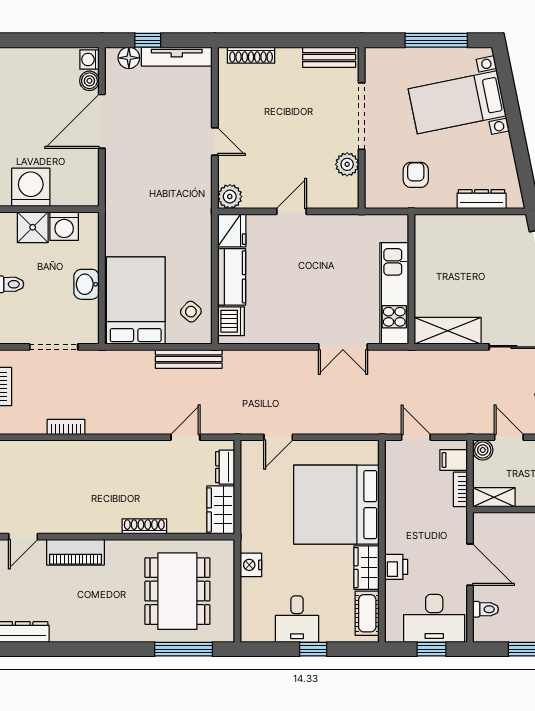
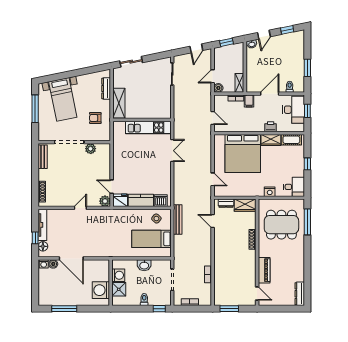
door: (292, 211) -> (112, 187), moved
bed: (136, 301) -> (152, 239), width x0.67
shelving: (448, 331) -> (119, 103), moved
door: (416, 437) -> (213, 118), swing flipped
filing cabinet: (454, 460) -> (249, 101), moved
desk: (297, 619) -> (294, 187), moved

